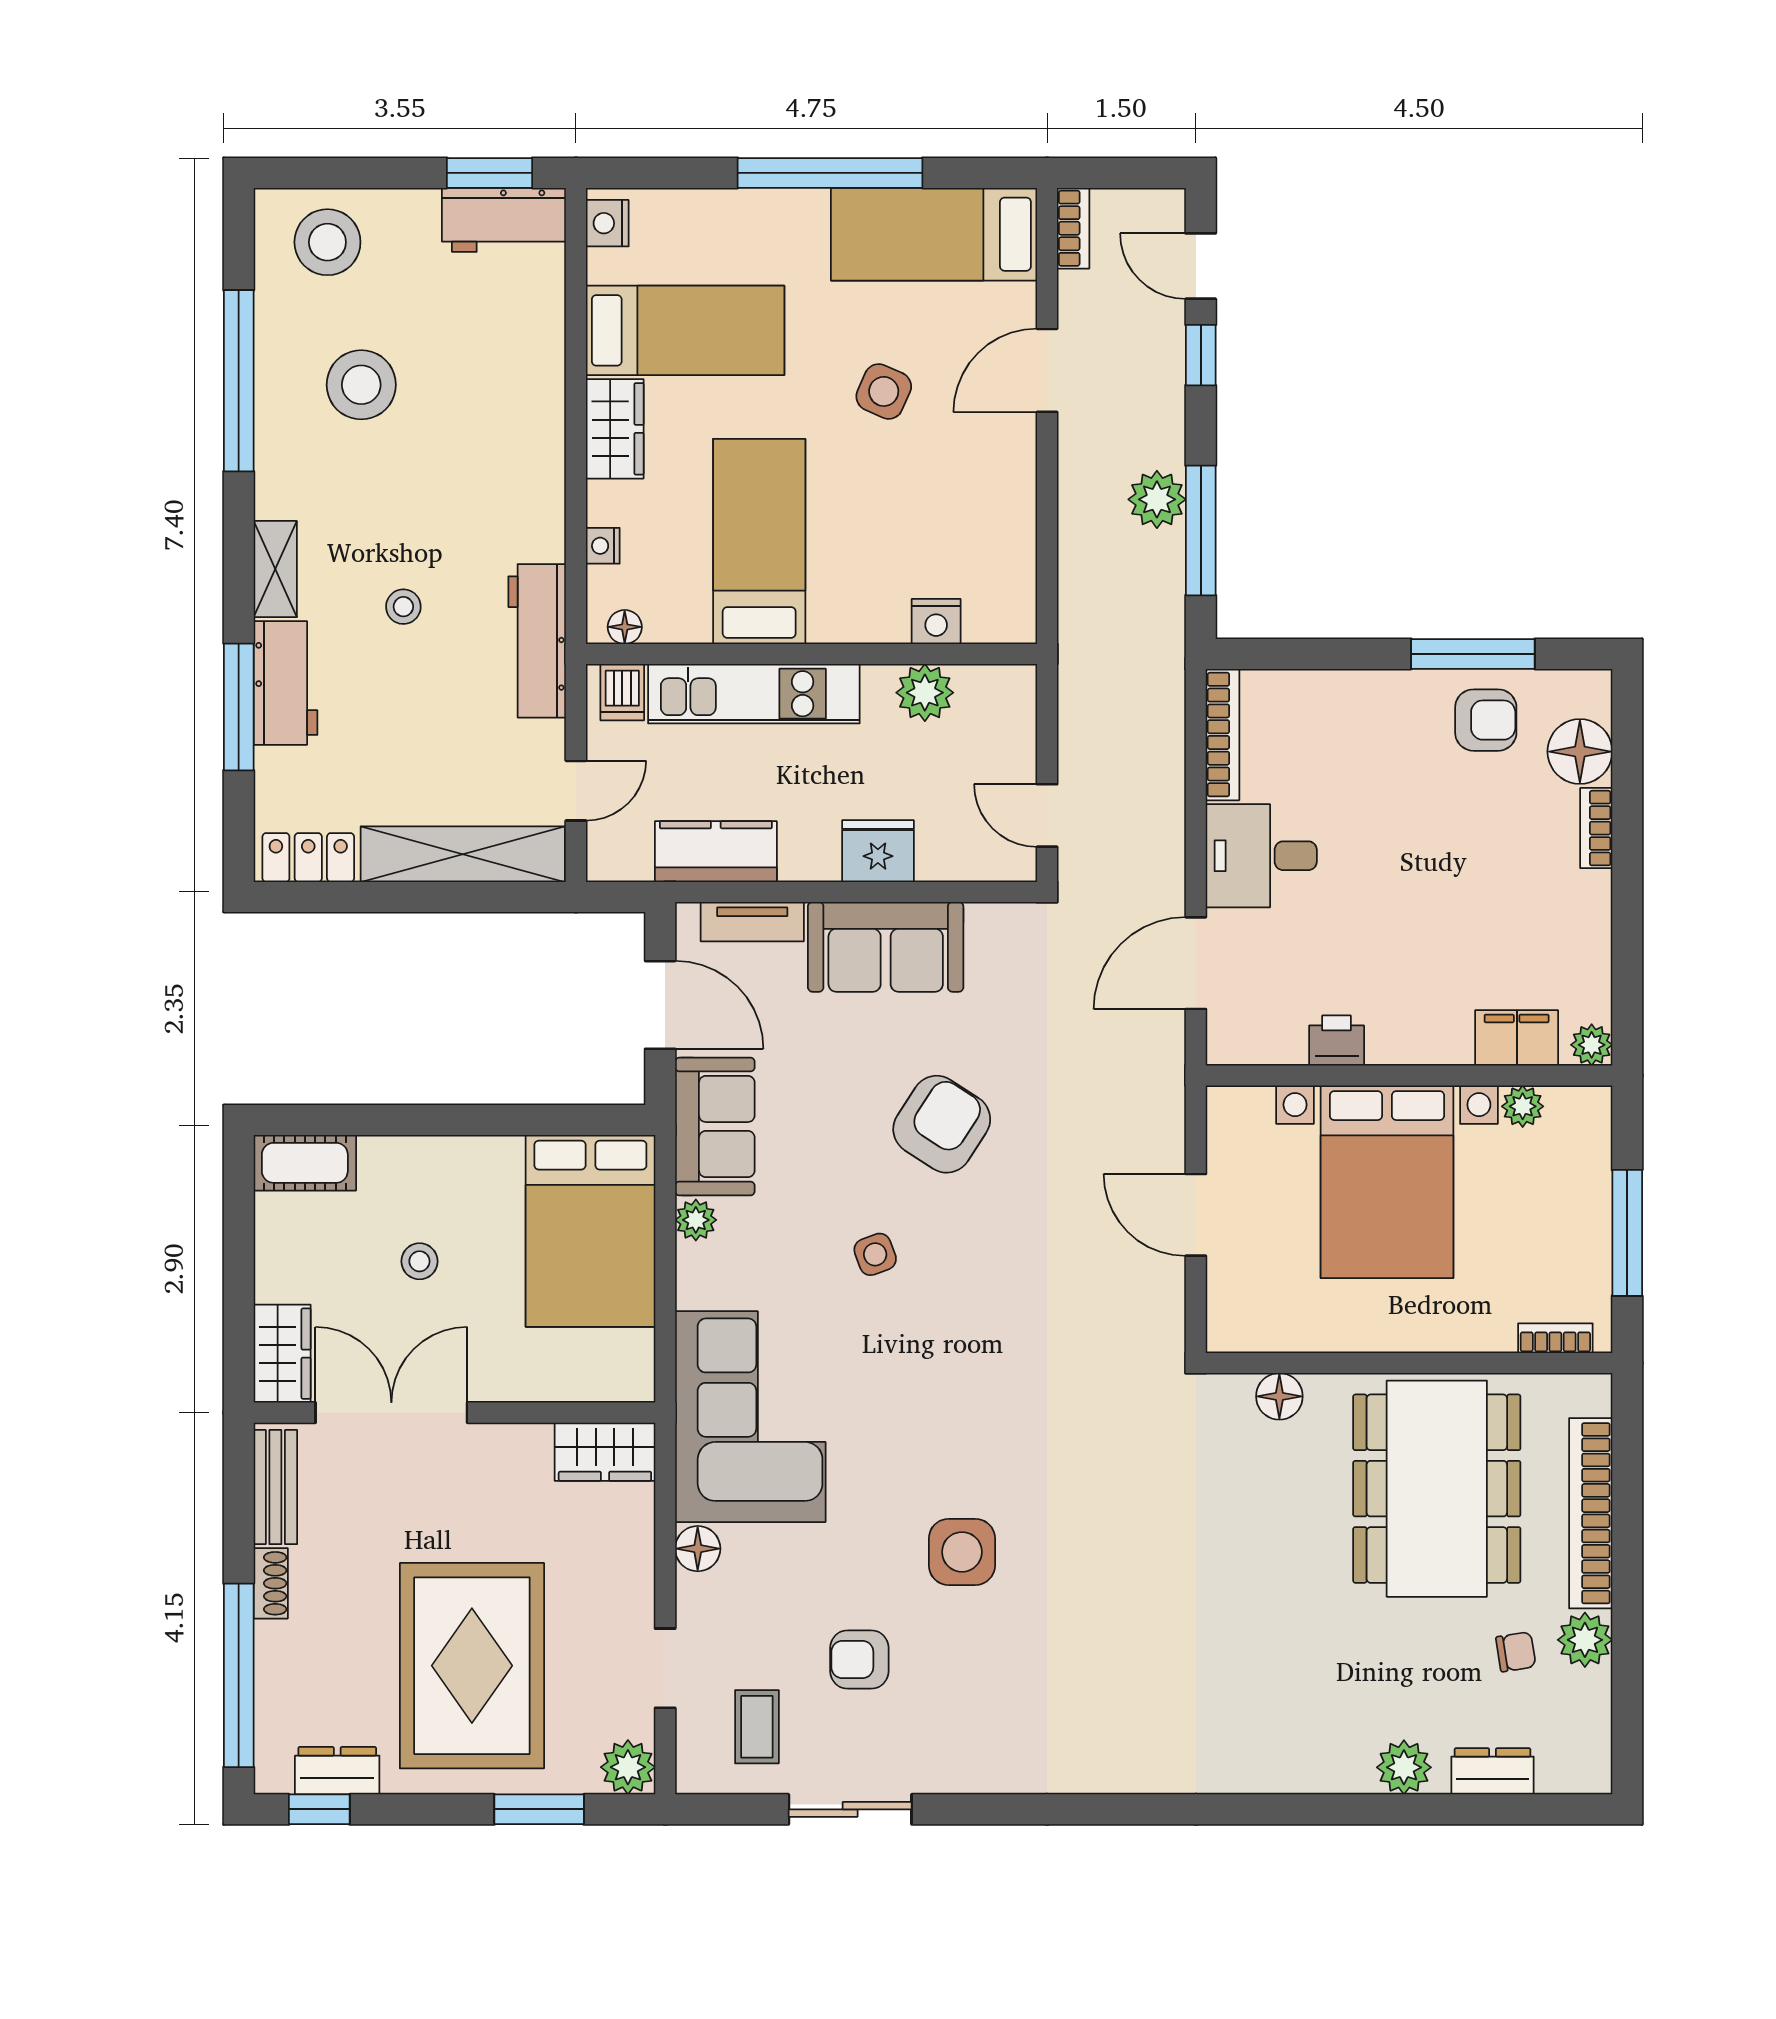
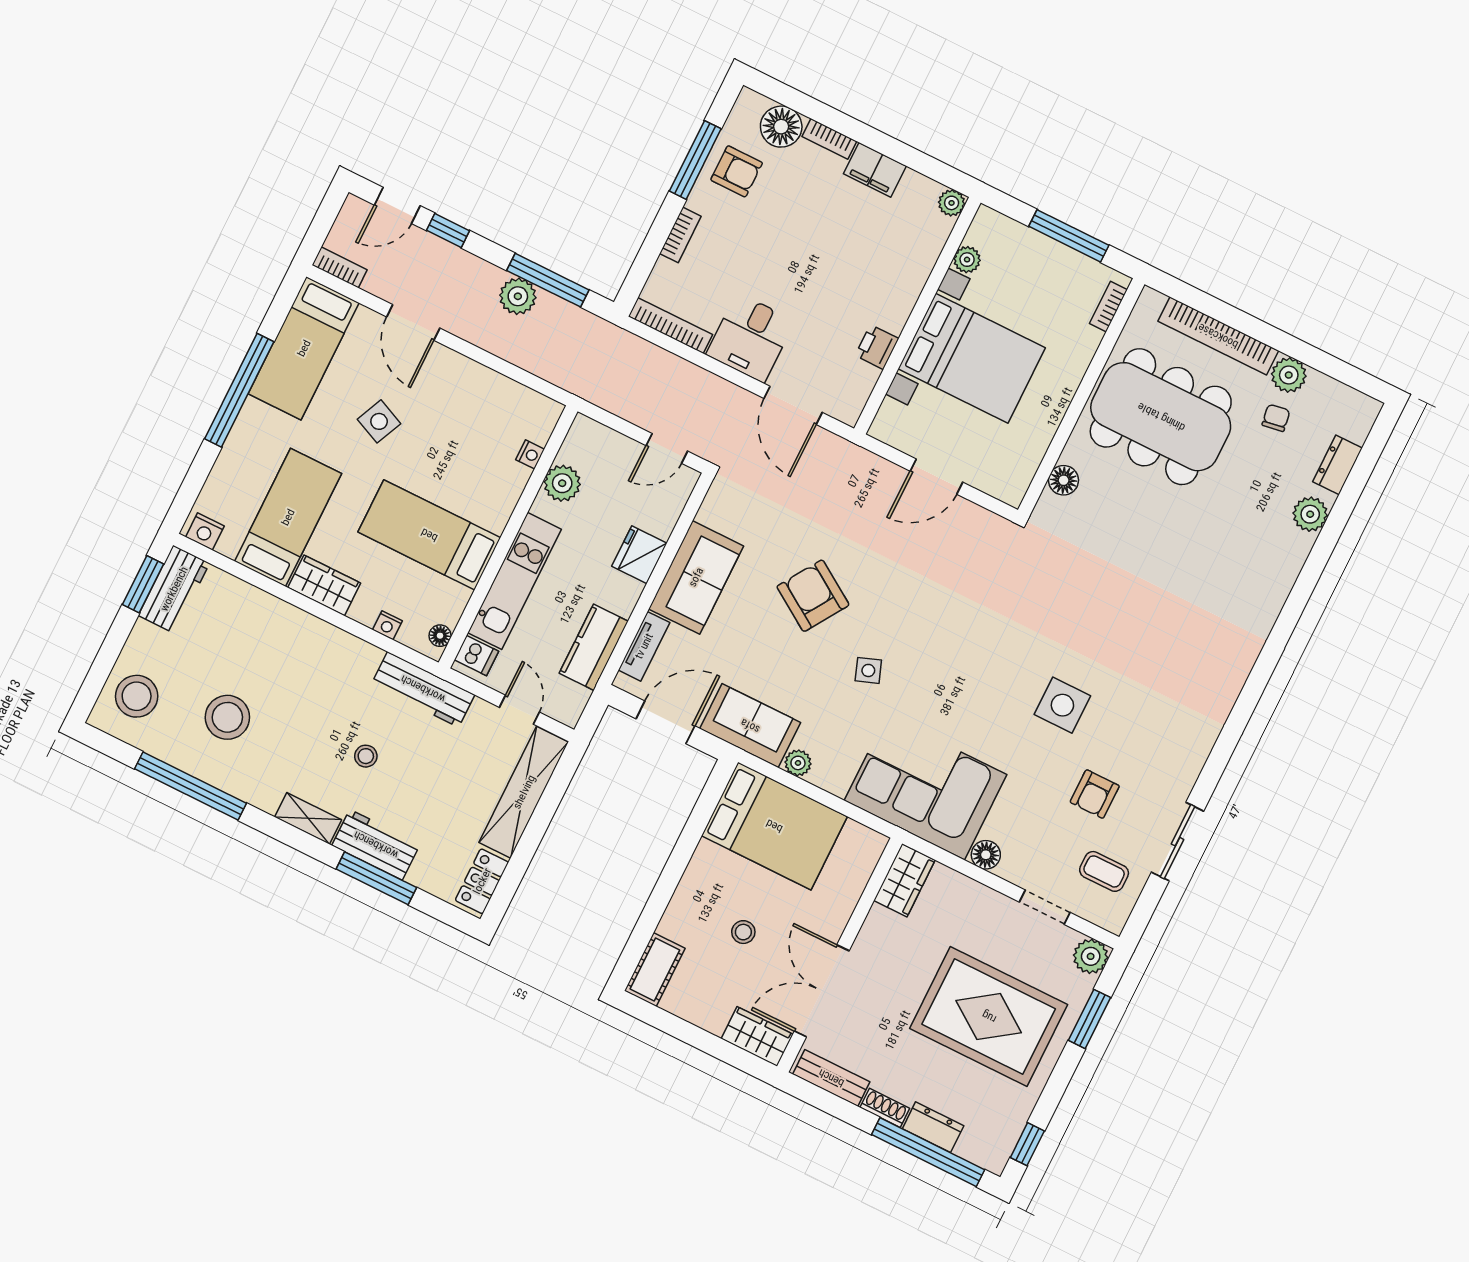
nightstand: (936, 621) -> (530, 454), width x0.72, depth x0.74
bookcase: (1357, 685) -> (680, 235), added
armchair: (1486, 720) -> (737, 171), turned 90
filing cabinet: (1517, 1038) -> (875, 170), moved, turned -90
dresser: (337, 1771) -> (933, 1127), moved, turned 90

